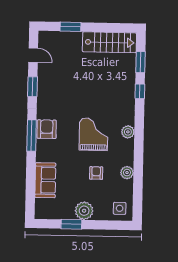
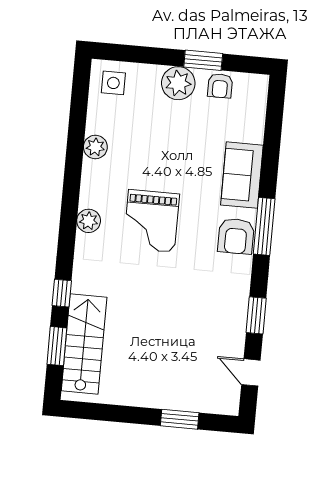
stairs: (109, 42) -> (84, 344), moved, turned 90
armchair: (96, 173) -> (220, 86), moved
sofa: (45, 180) -> (242, 175), moved

